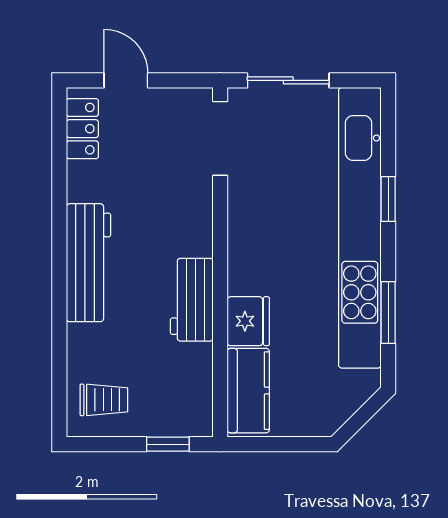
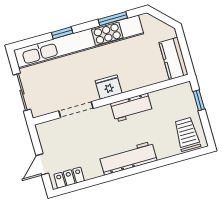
doorway: (220, 138) -> (76, 110), moved
fridge: (248, 321) -> (109, 87), moved
kitchen counter: (248, 391) -> (174, 59), moved, turned -90
trolley: (104, 400) -> (187, 134), width x1.36, depth x1.39

